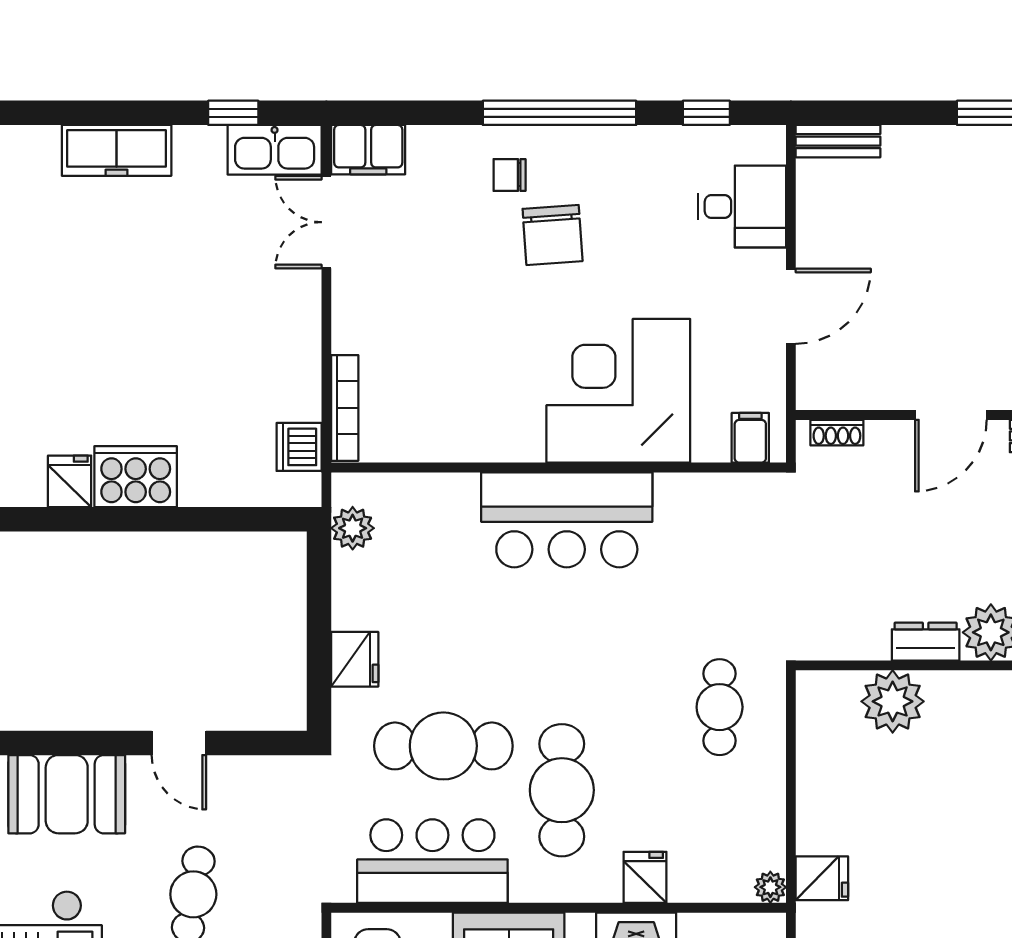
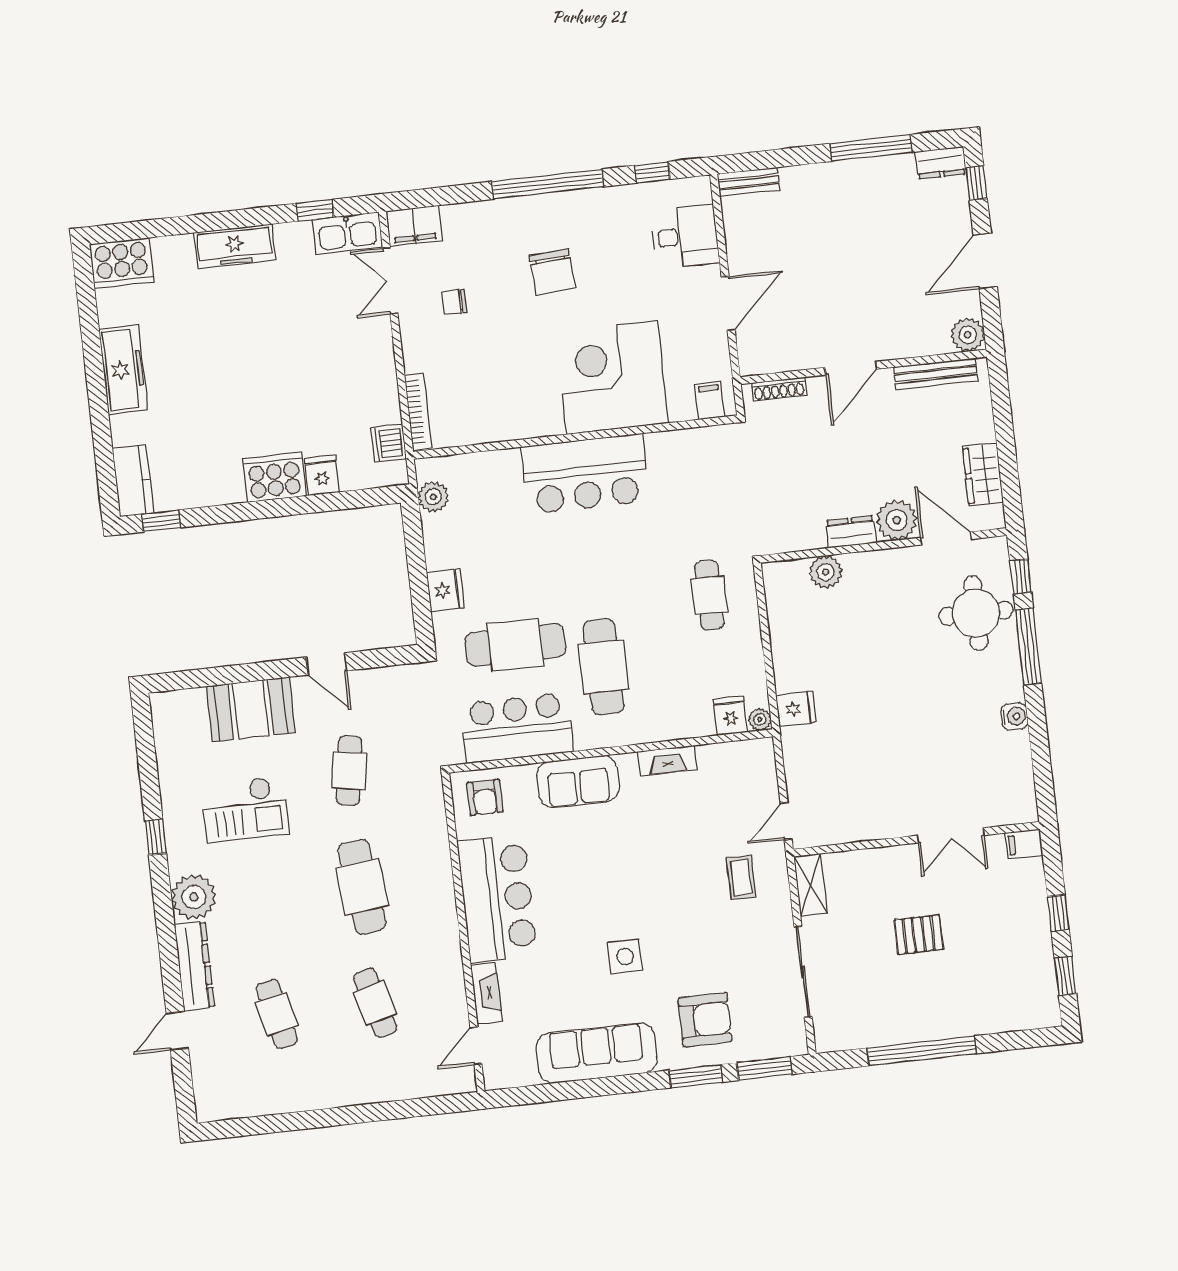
chair: (510, 175) -> (454, 302), moved
shoe rack: (837, 433) -> (779, 389), width x1.43
fridge: (70, 481) -> (322, 476), moved
plant: (893, 701) -> (826, 572), width x0.73, depth x0.73
fridge: (645, 877) -> (730, 716), moved

